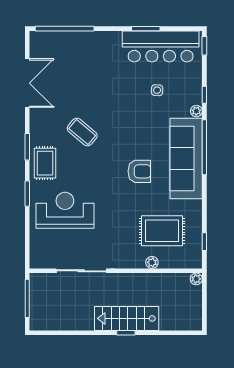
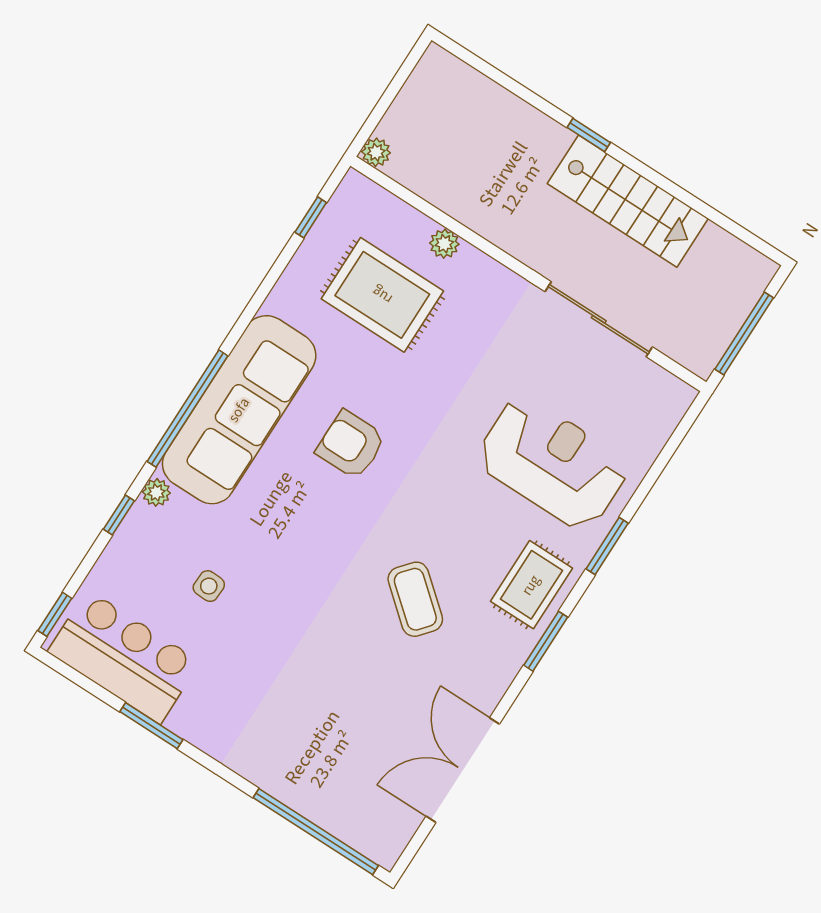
bar counter: (161, 46) -> (124, 657), width x0.73
reception desk: (65, 210) -> (552, 463), turned 180
stairs: (127, 318) -> (628, 201), moved

